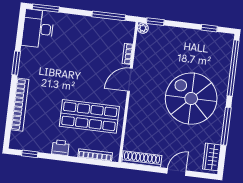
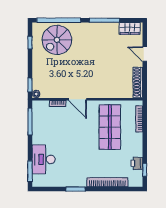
desk: (38, 29) -> (44, 159), moved, turned 90
spiral stairs: (191, 99) -> (57, 40), moved, width x0.73, depth x0.73
printer: (60, 148) -> (137, 163), moved

